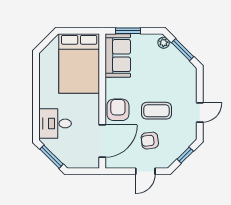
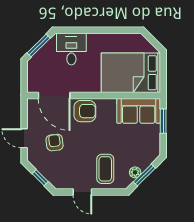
plant: (164, 43) -> (135, 172), moved
coffee table: (157, 111) -> (105, 169), moved

